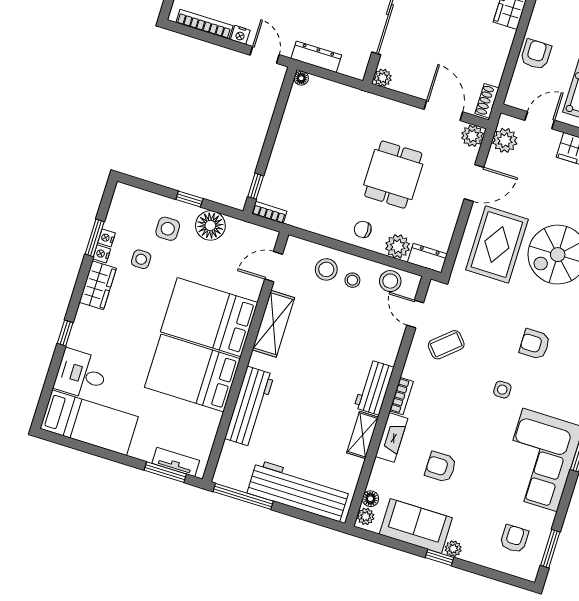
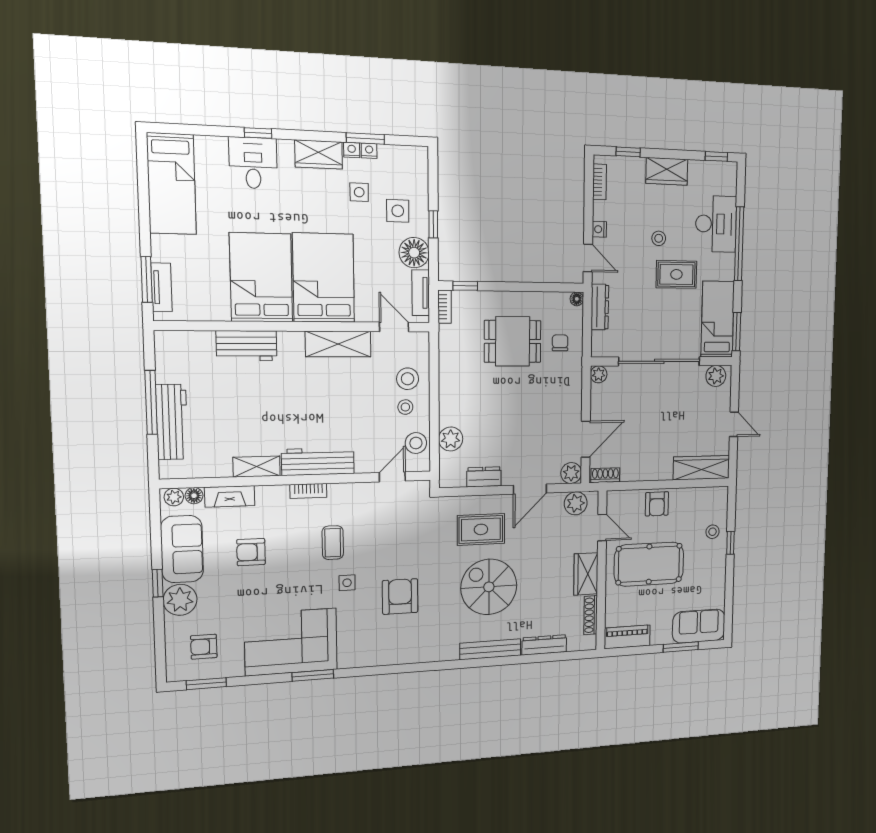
bookcase: (204, 24) -> (599, 182), width x0.64
armchair: (536, 54) -> (657, 504), turned 90
door: (265, 55) -> (588, 258), hinge flipped
dining table: (393, 175) -> (513, 341), moved
door: (474, 183) -> (530, 489), hinge flipped
chair: (363, 229) -> (560, 343), moved
tv unit: (249, 231) -> (421, 293), added
rug: (497, 244) -> (481, 529), width x0.73, depth x0.70
dresser: (427, 258) -> (484, 477), moved, turned -90
armchair: (535, 344) -> (400, 596), width x1.38, depth x1.38
coffee table: (446, 345) -> (333, 543), moved, turned 41
desk: (81, 374) -> (253, 163), moved
workbench: (374, 387) -> (318, 462), width x1.38
workbench: (250, 407) -> (247, 346), width x0.73
fireplace: (391, 437) -> (230, 496), moved
armchair: (441, 467) -> (251, 552), turned -90
workbench: (298, 491) -> (172, 422), width x0.73, depth x0.76
window: (243, 496) -> (151, 402), moved
armchair: (514, 539) -> (204, 647), turned 180
plant: (453, 549) -> (180, 600), width x1.87, depth x1.87

